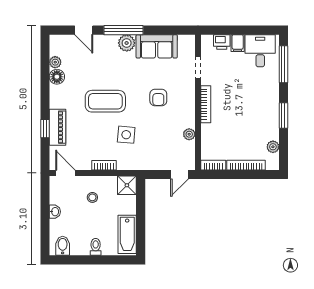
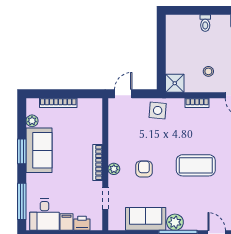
sofa: (266, 117) -> (39, 150), added
plant: (189, 134) -> (114, 169), moved
side table: (126, 135) -> (158, 110), moved
bookcase: (213, 165) -> (90, 103), removed
bathtub: (127, 234) -> (174, 35), removed

